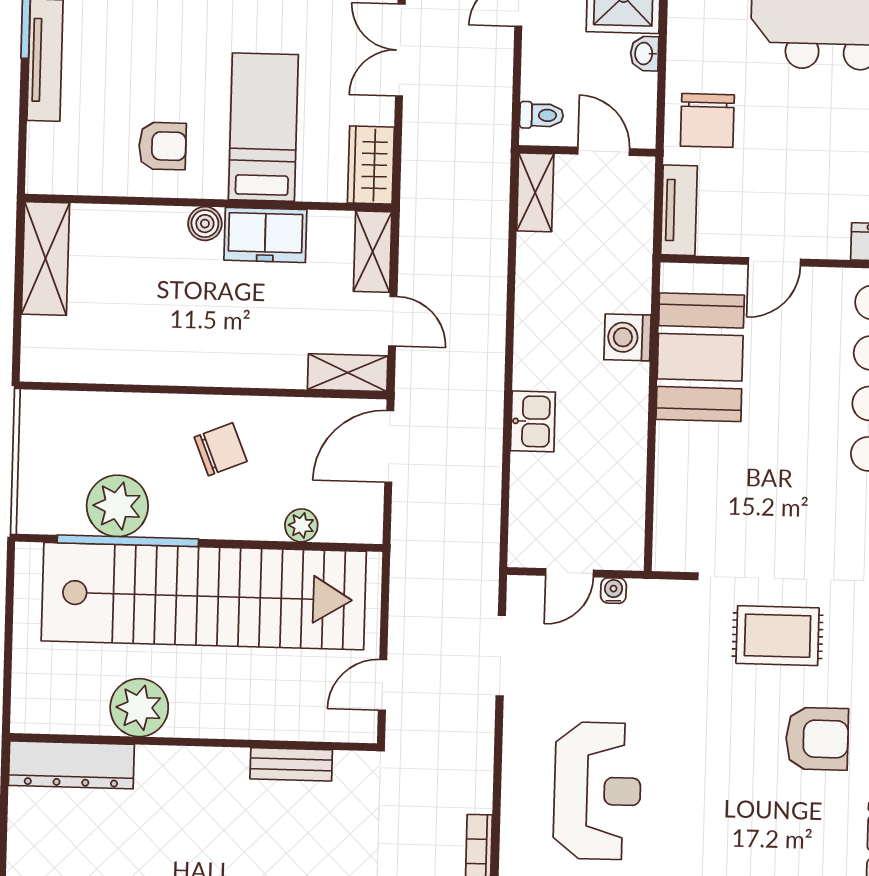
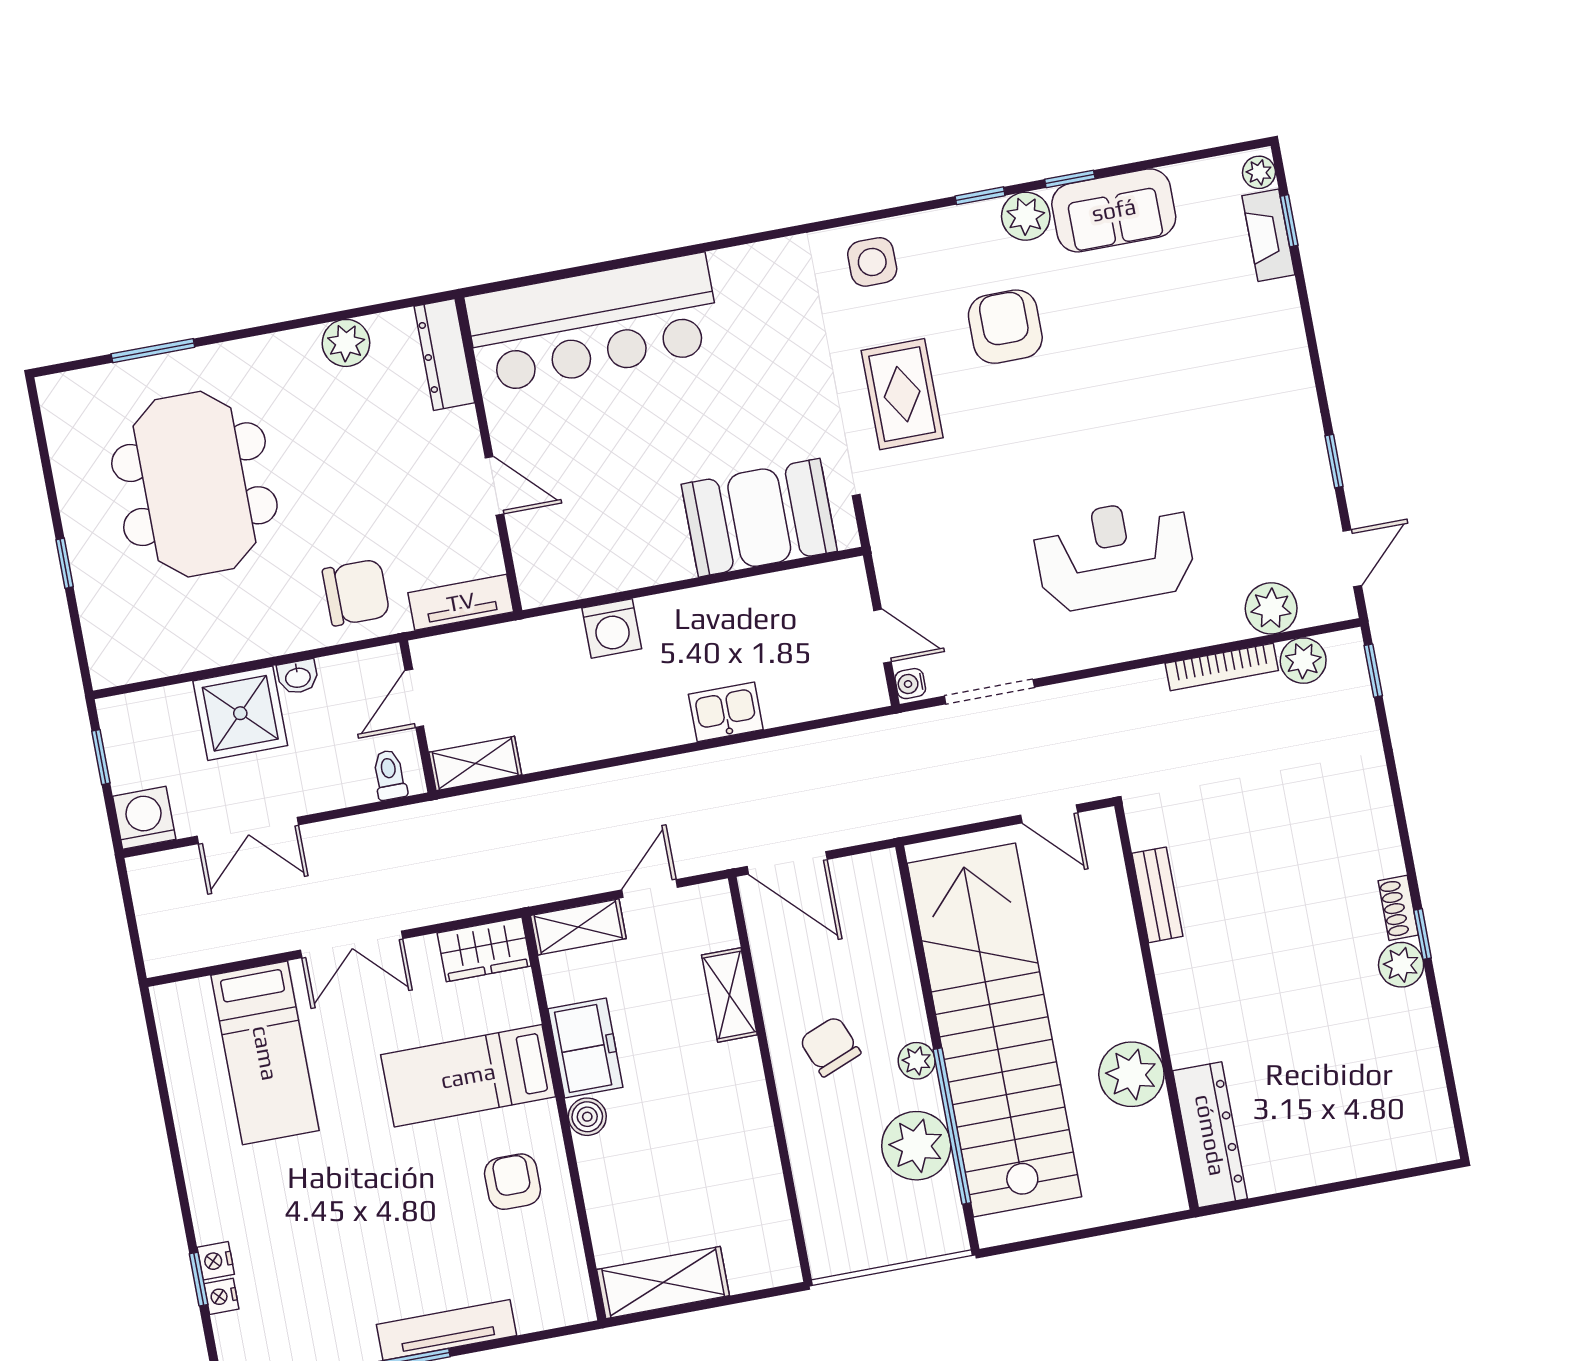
booth: (700, 357) -> (759, 518), moved
shelving: (348, 373) -> (729, 995), moved
plant: (301, 525) -> (917, 1061), moved
water cooler: (613, 591) -> (910, 684), moved

